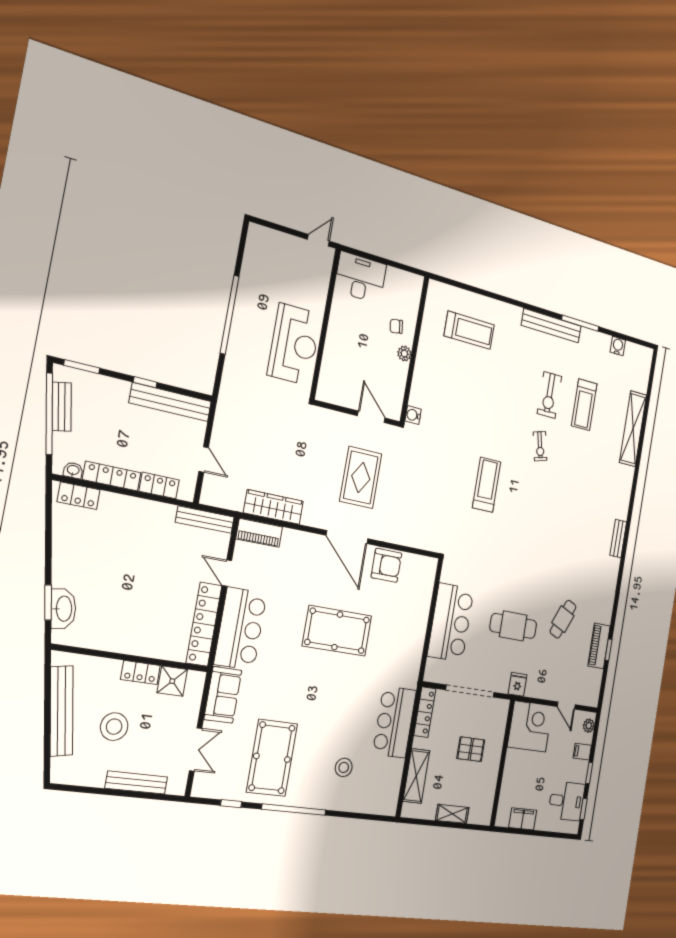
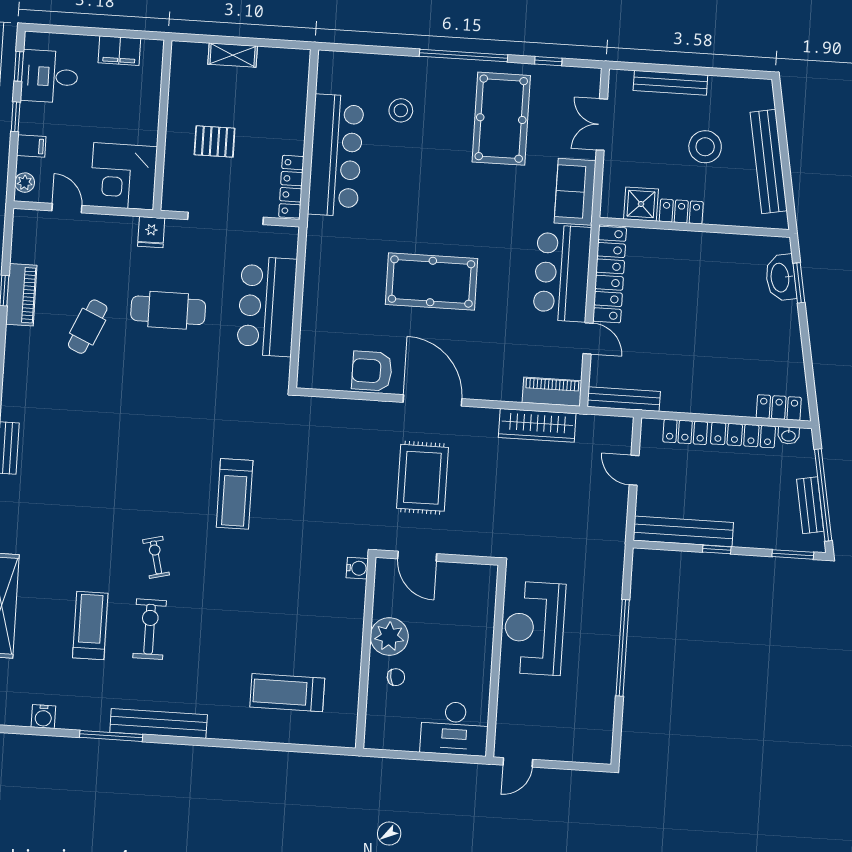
plant: (404, 354) -> (389, 636), width x1.88, depth x1.88
bar counter: (394, 722) -> (336, 155), width x1.36
shelving: (416, 776) -> (294, 103), removed

